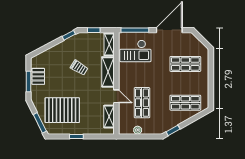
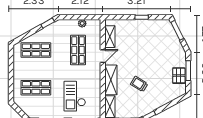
checkout: (135, 51) -> (75, 96), moved, turned -90
door: (116, 96) -> (103, 56), swing flipped
pallet: (62, 110) -> (156, 43), removed

